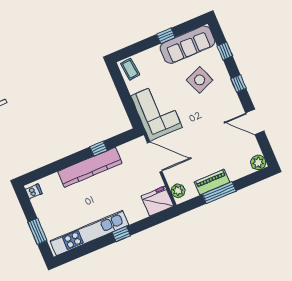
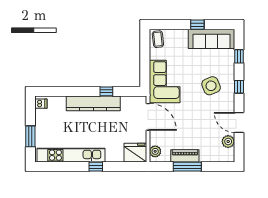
side table: (200, 80) -> (211, 86), moved
plant: (258, 162) -> (228, 142), moved

